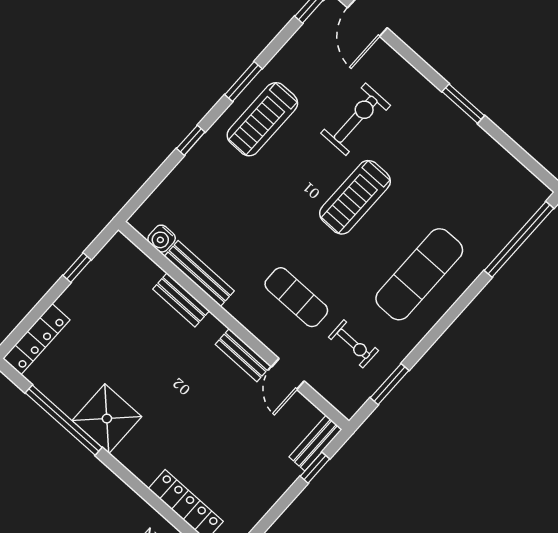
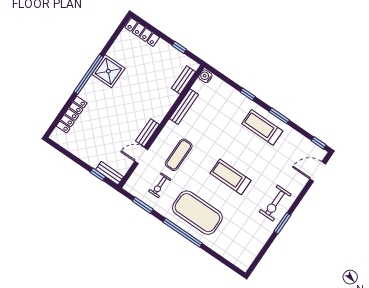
exercise bike: (356, 119) -> (275, 203), moved, turned 90
water cooler: (162, 239) -> (205, 76), moved
window: (519, 239) -> (183, 233), moved
exercise mat: (419, 274) -> (197, 213), width x1.47
bench: (181, 300) -> (183, 80), moved
window: (64, 420) -> (89, 74), moved

